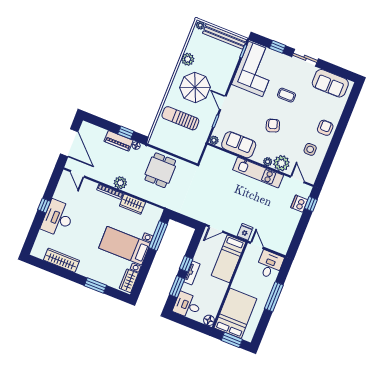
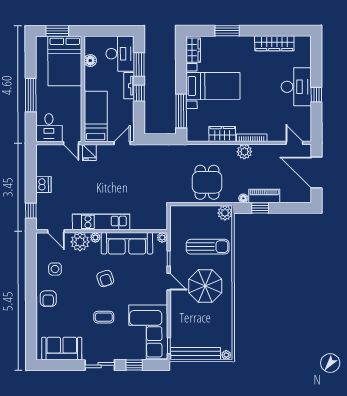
plant: (188, 59) -> (225, 213), moved
sofa: (239, 145) -> (127, 243), width x1.36
dishwasher: (299, 204) -> (43, 185), moved
desk: (187, 305) -> (120, 54), width x1.37
floor lamp: (209, 320) -> (90, 61), moved

